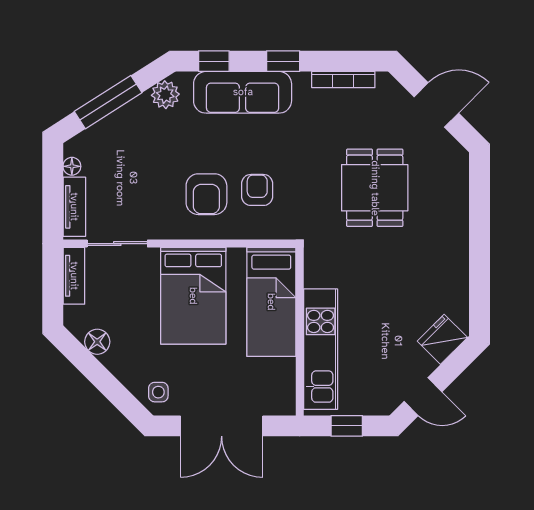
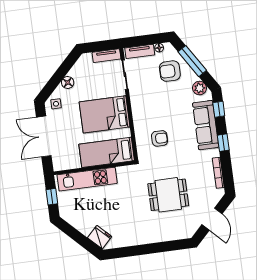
armchair: (206, 194) -> (170, 71), moved
floor lamp: (97, 342) -> (68, 82), moved
door: (423, 397) -> (71, 231), removed

